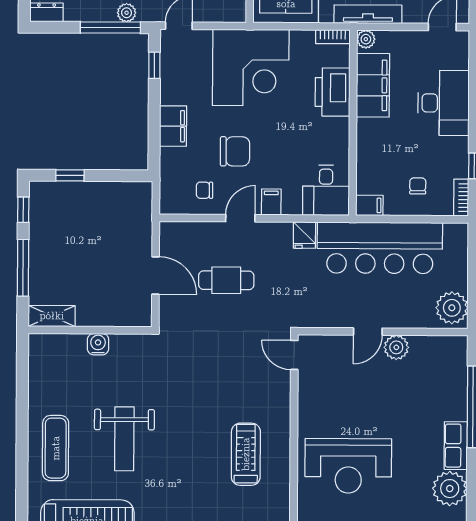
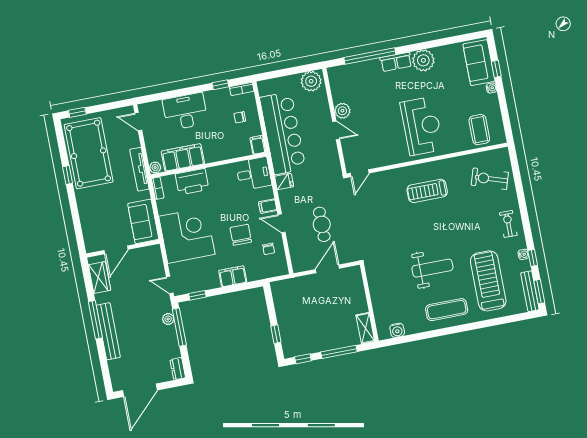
water cooler: (98, 344) -> (397, 330), moved, turned -90

